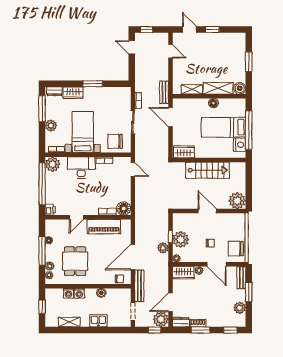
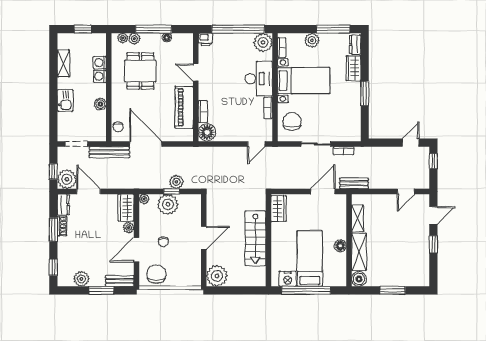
plant: (163, 248) -> (176, 182), moved
dining table: (75, 261) -> (140, 71), turned 90

